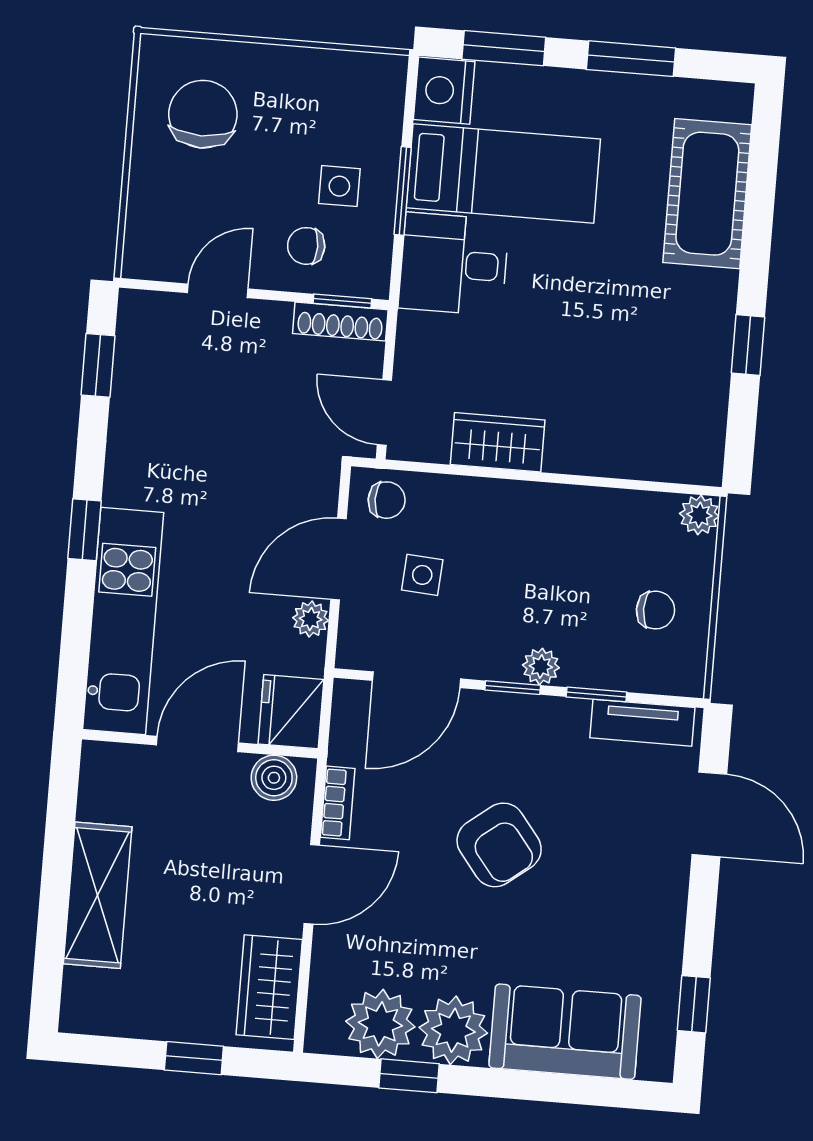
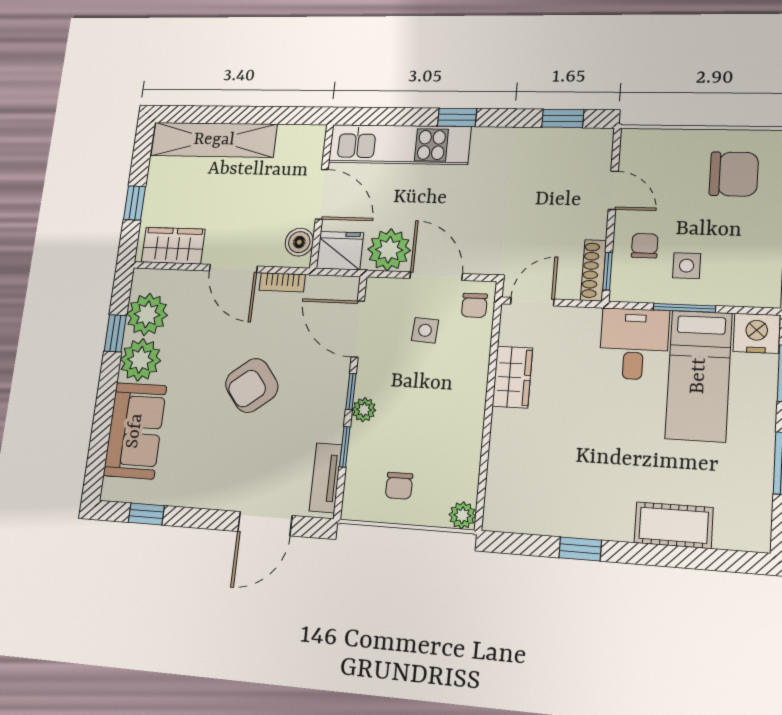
cot: (707, 194) -> (674, 525), width x0.73, depth x0.75
plant: (311, 619) -> (389, 250), width x1.88, depth x1.88
shelving: (98, 895) -> (214, 140), width x1.47

